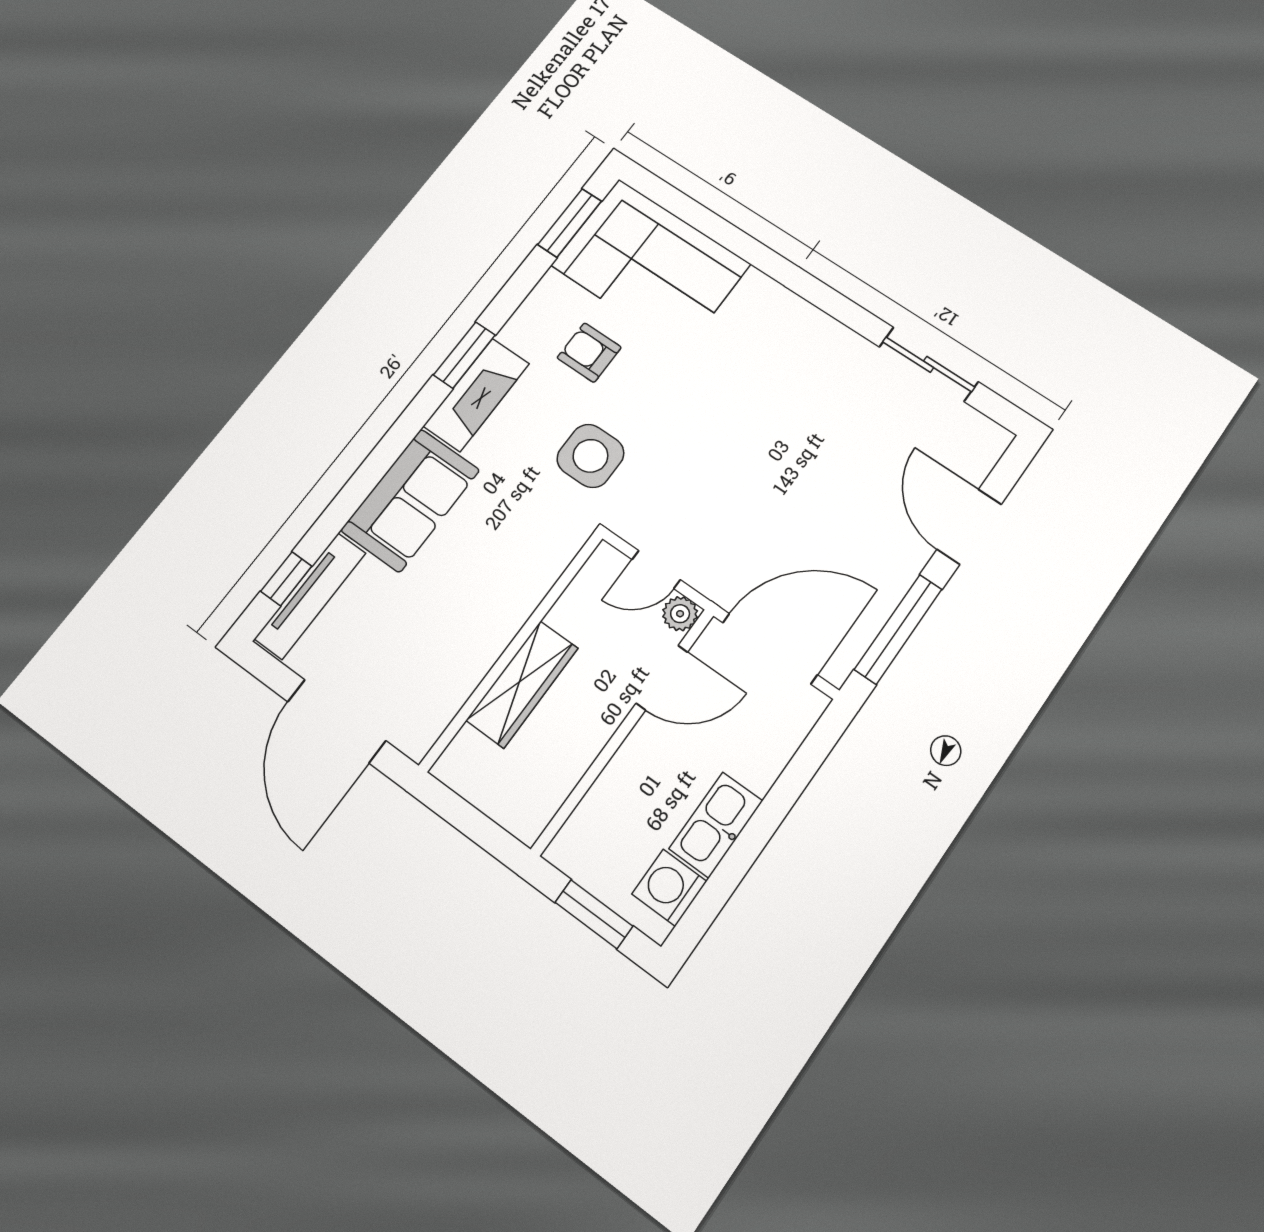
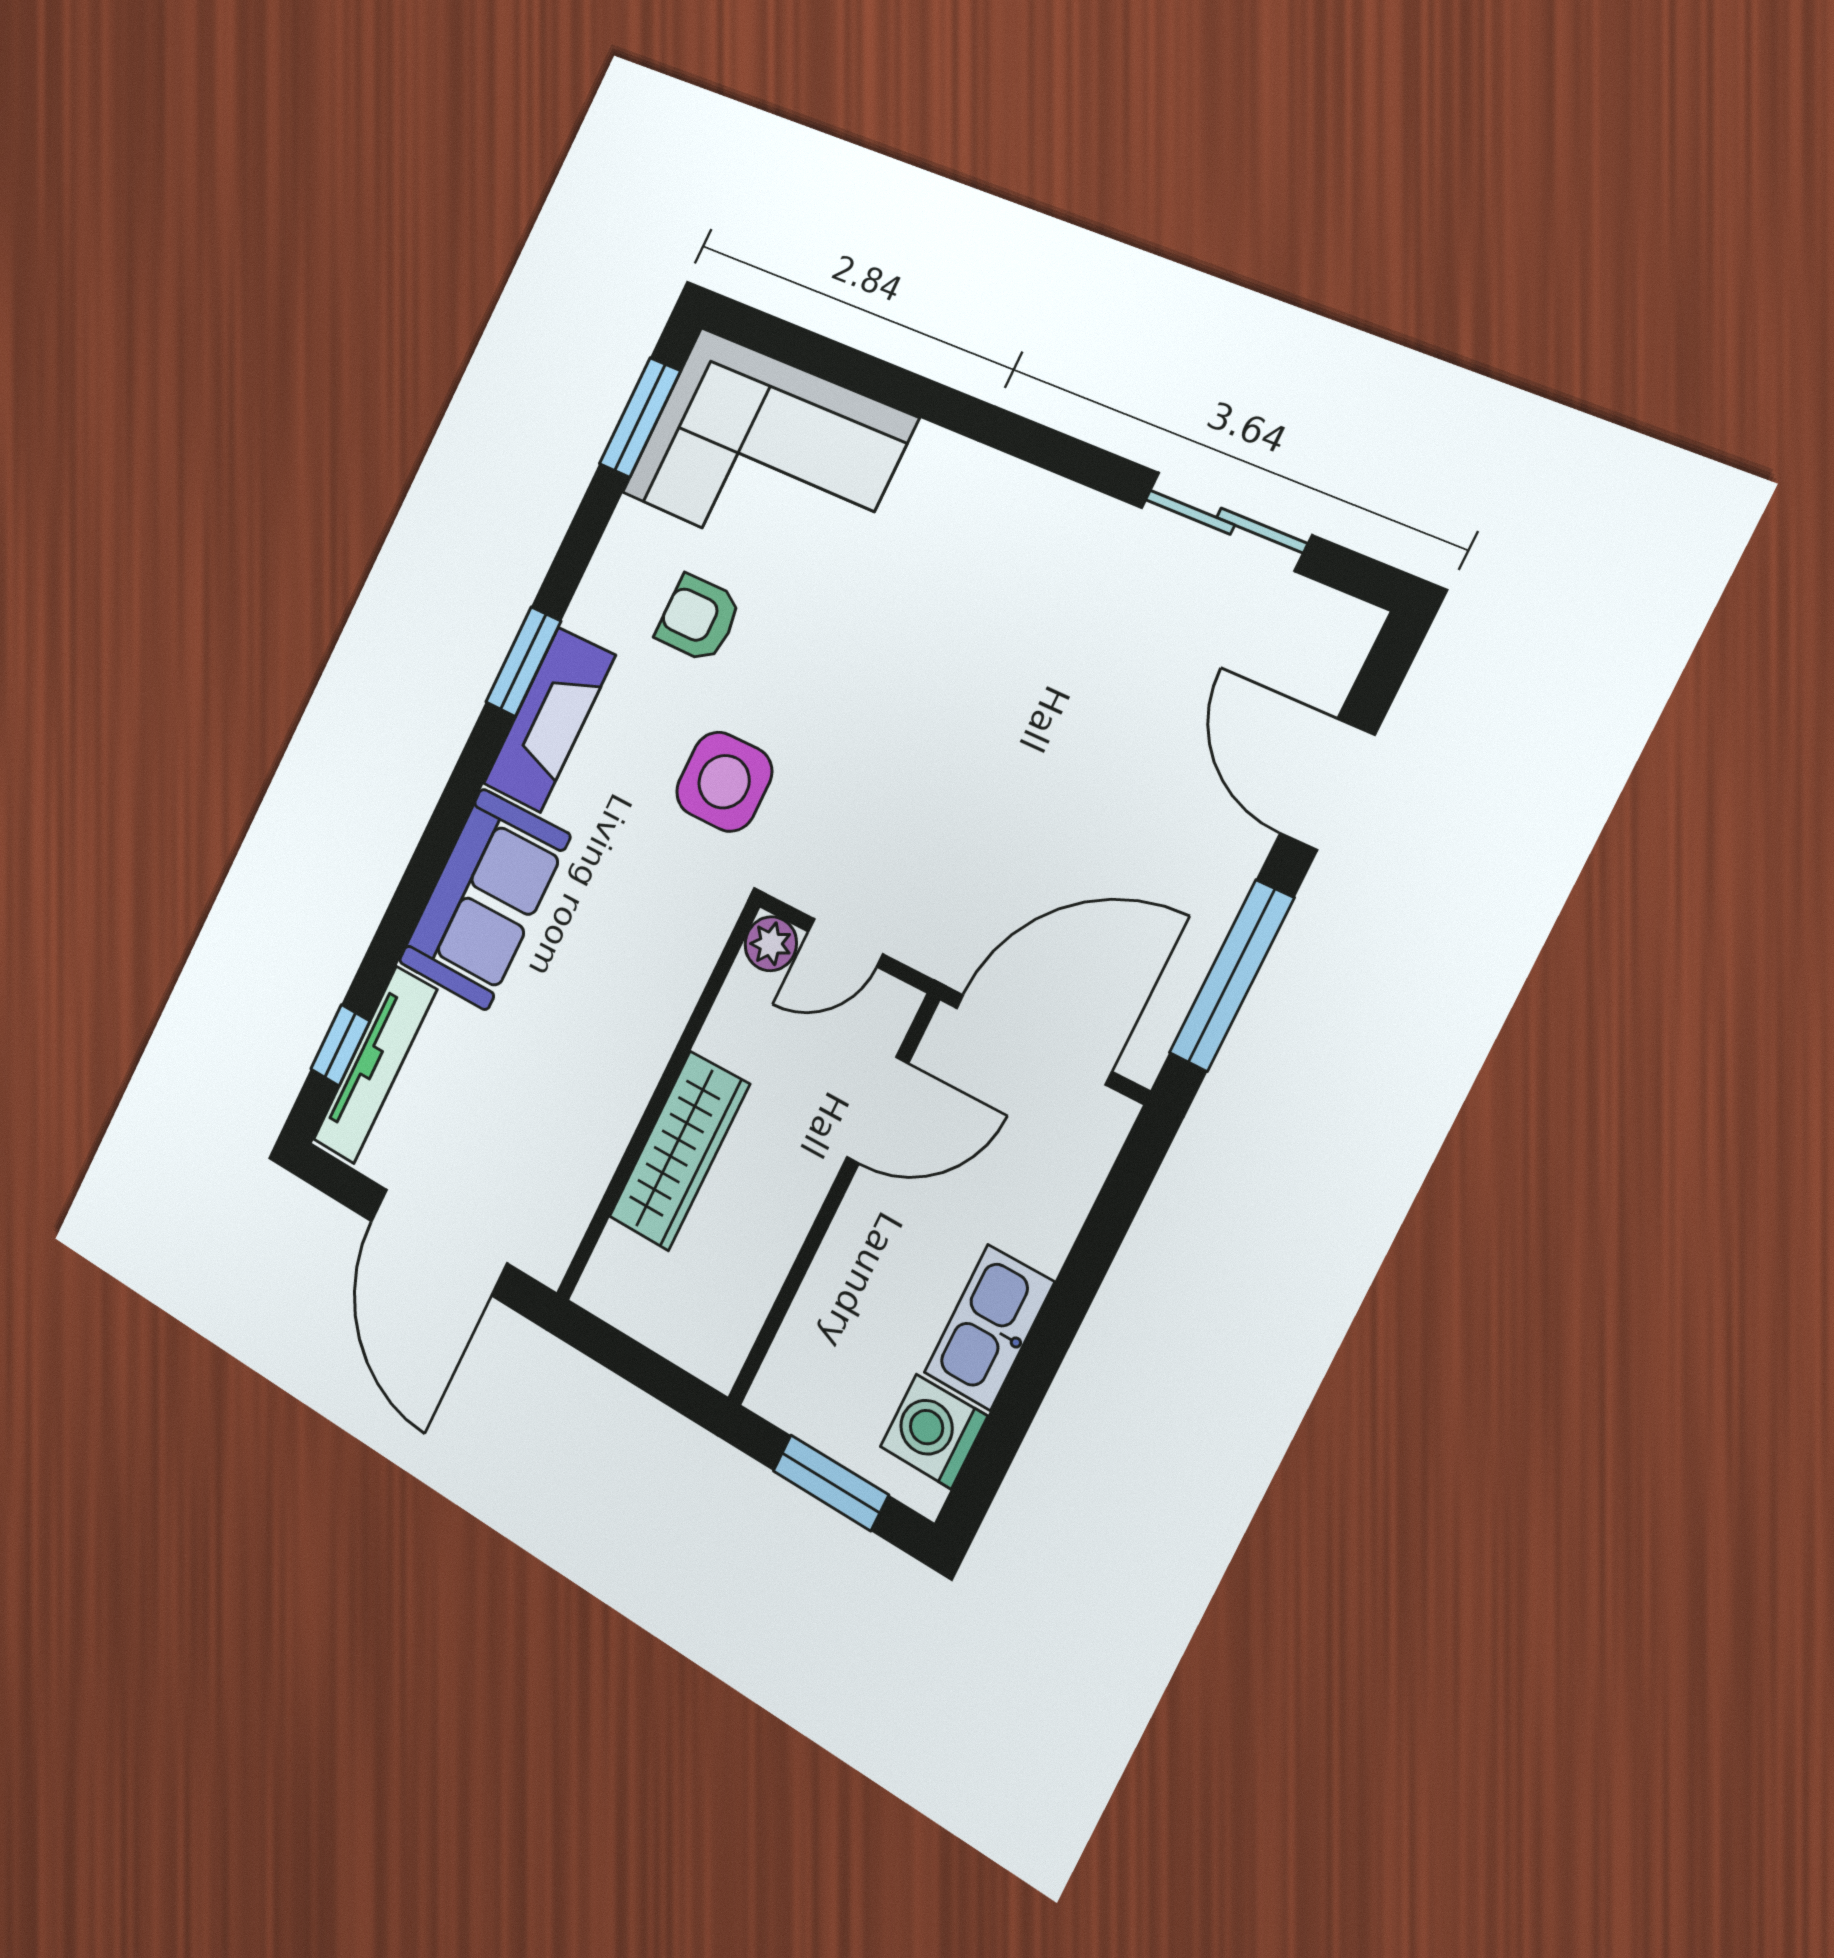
plant: (680, 614) -> (771, 944), moved

